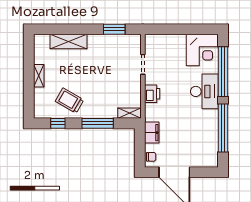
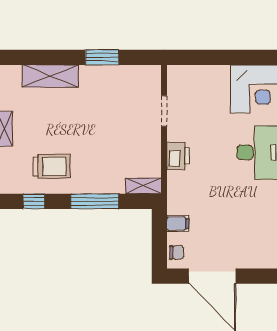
window: (114, 29) -> (102, 57), moved
trolley: (70, 101) -> (52, 166), turned 150
filing cabinet: (152, 133) -> (178, 224), width x0.50

